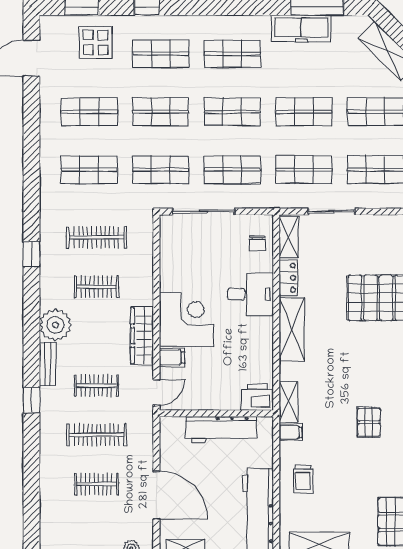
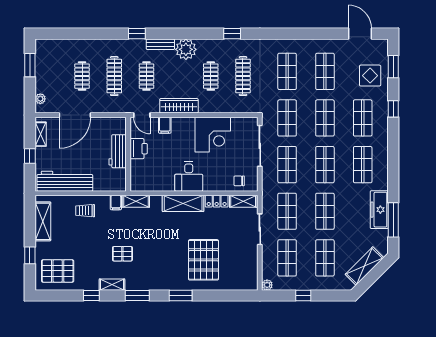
desk: (250, 294) -> (189, 176), moved
corner desk: (186, 319) -> (213, 135), moved
printer: (257, 397) -> (139, 149), moved
workbench: (221, 430) -> (118, 151), width x0.73

